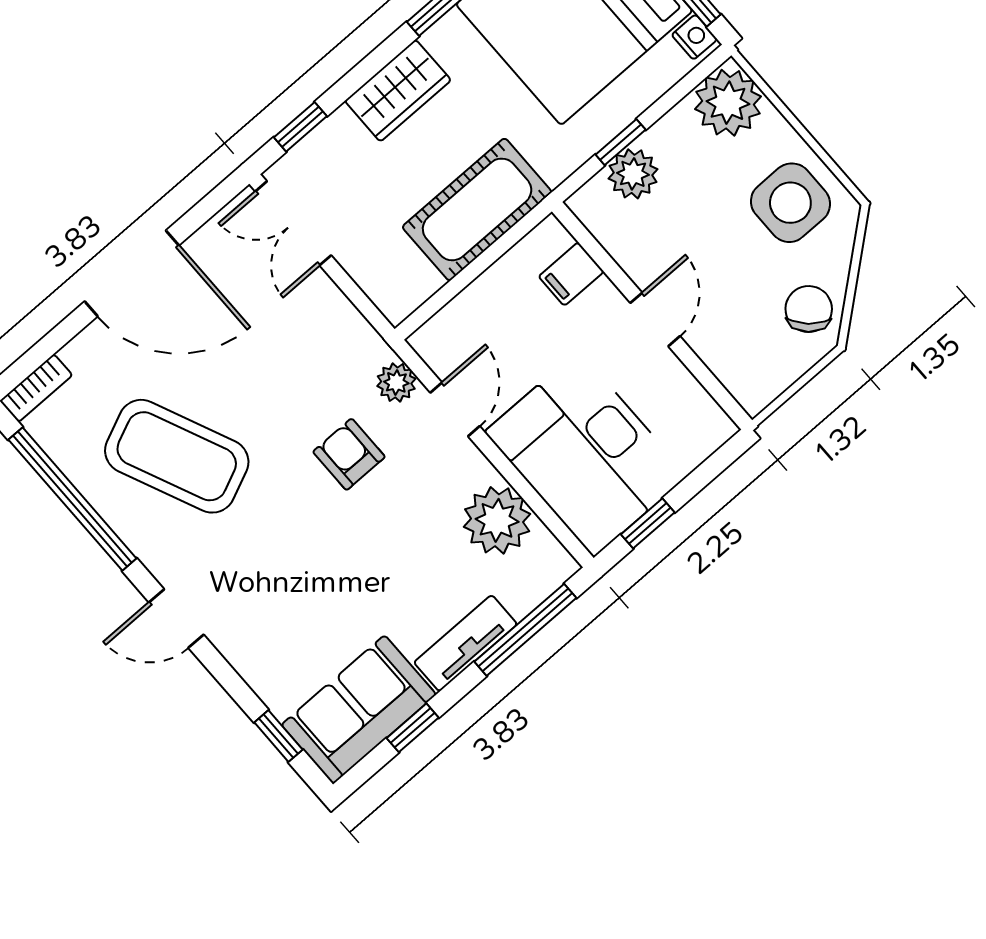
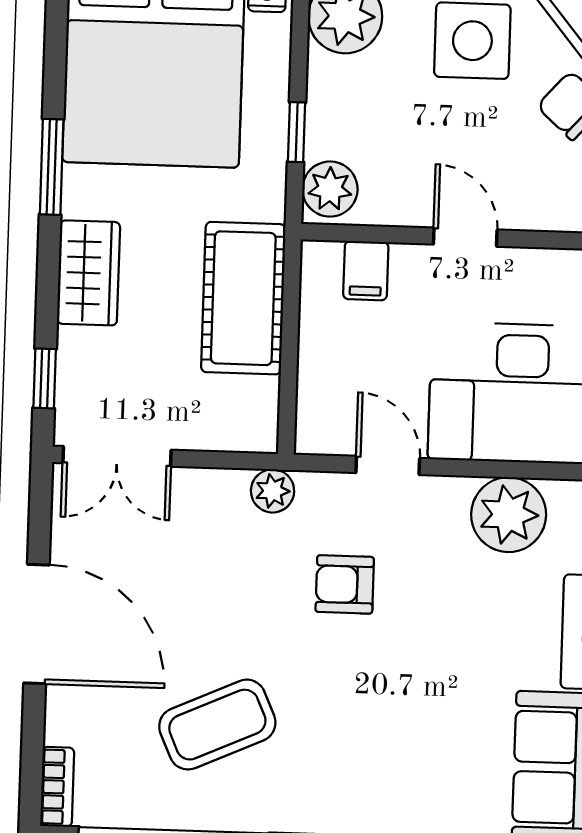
plant: (633, 174) -> (330, 189), moved
door: (132, 273) -> (36, 624), hinge flipped
plant: (396, 382) -> (273, 491), moved
coffee table: (177, 456) -> (217, 725), width x0.73, depth x0.76

